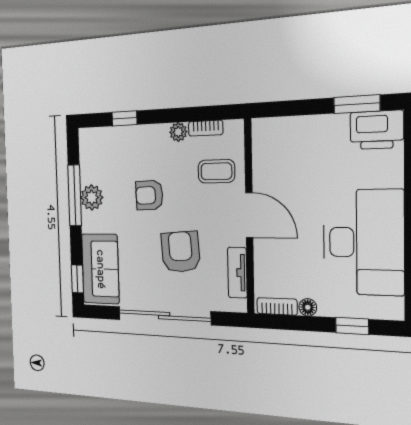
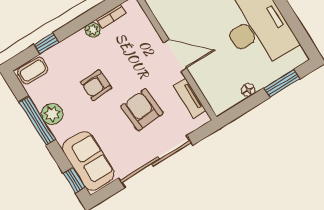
coffee table: (216, 171) -> (33, 71), moved
bookcase: (277, 306) -> (229, 103), removed
window: (352, 326) -> (282, 83), width x1.50

